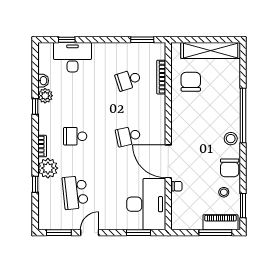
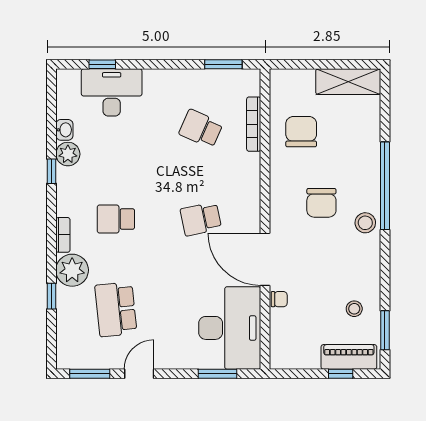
shelving: (211, 51) -> (348, 82), width x0.68
school desk: (128, 80) -> (201, 129), turned 42
chair: (230, 168) -> (321, 203), moved
window: (215, 233) -> (341, 374), width x0.46

